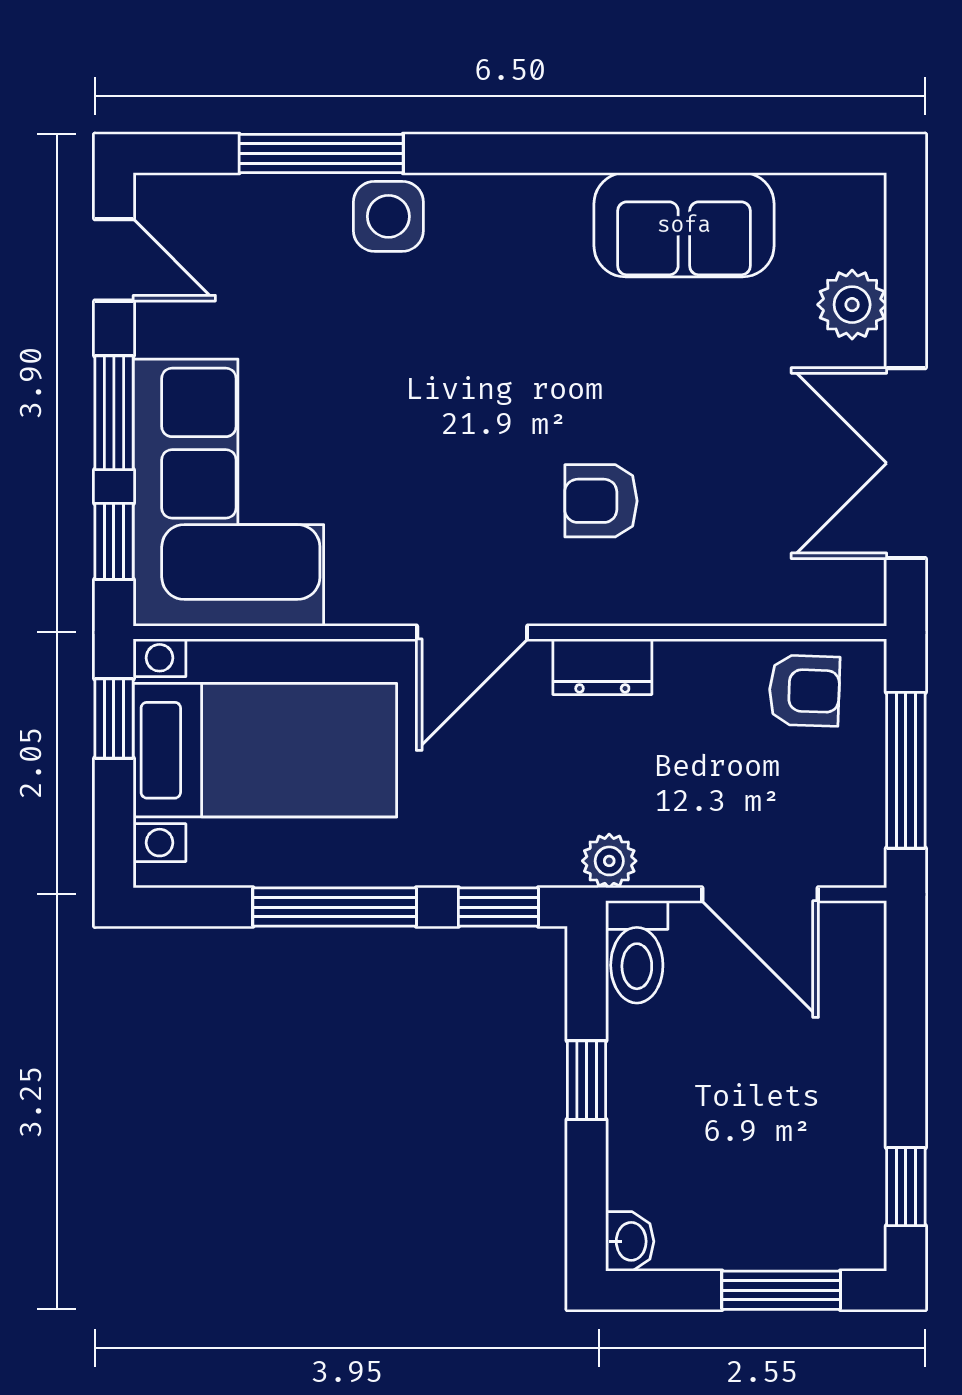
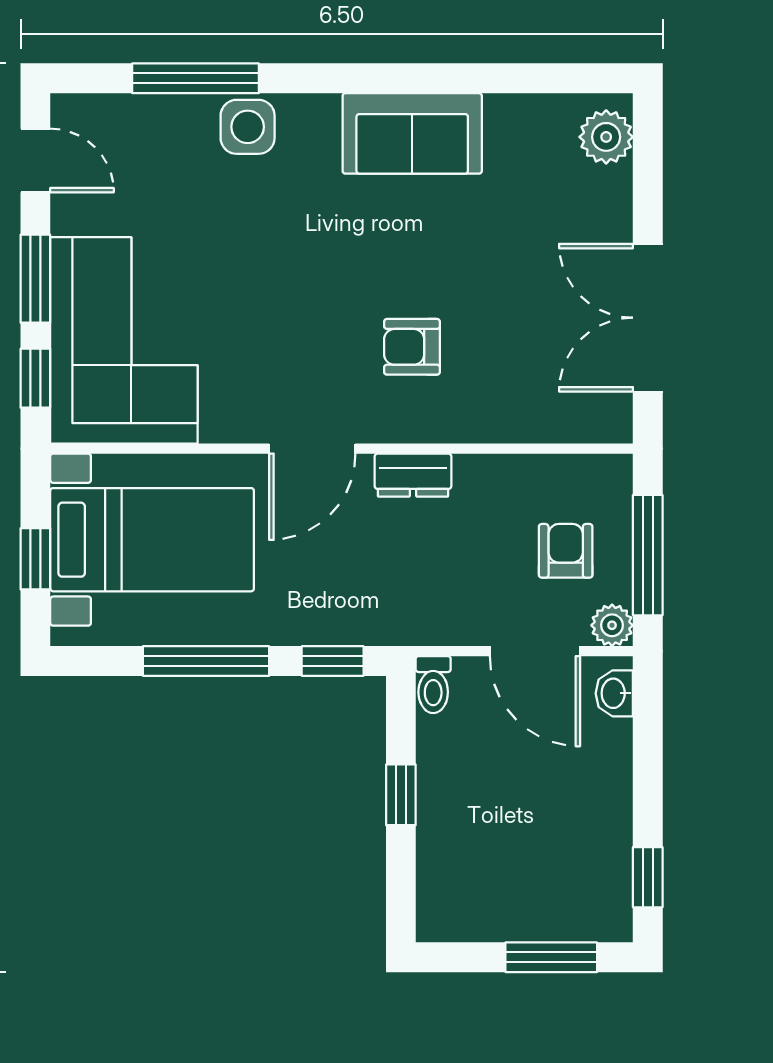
sofa: (684, 225) -> (412, 133), moved
plant: (852, 305) -> (606, 137), moved
armchair: (804, 691) -> (566, 551), moved, turned -92
window: (114, 719) -> (35, 559), moved
plant: (609, 861) -> (612, 625), moved
toilet: (637, 952) -> (433, 685), width x0.73, depth x0.72
washbasin: (630, 1241) -> (614, 693), moved, turned 180

